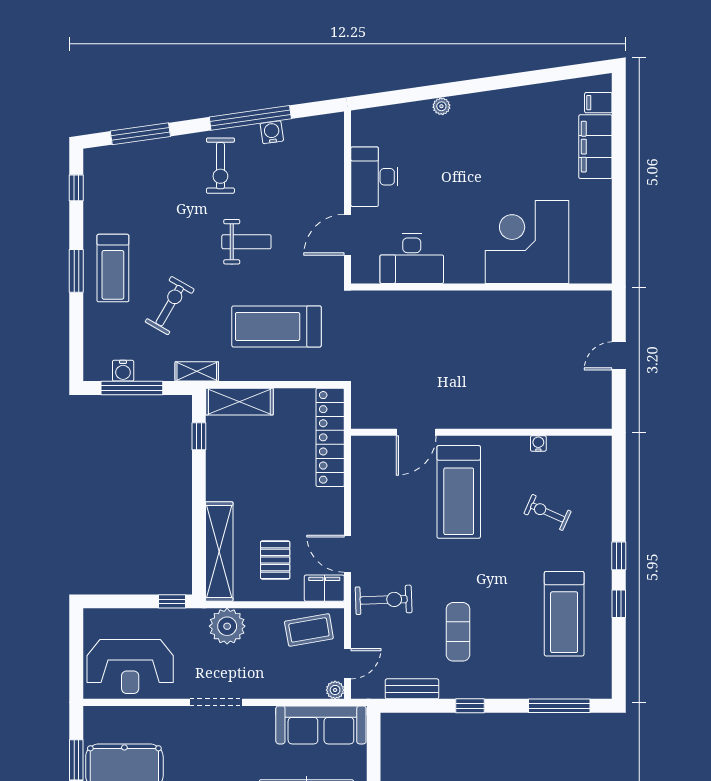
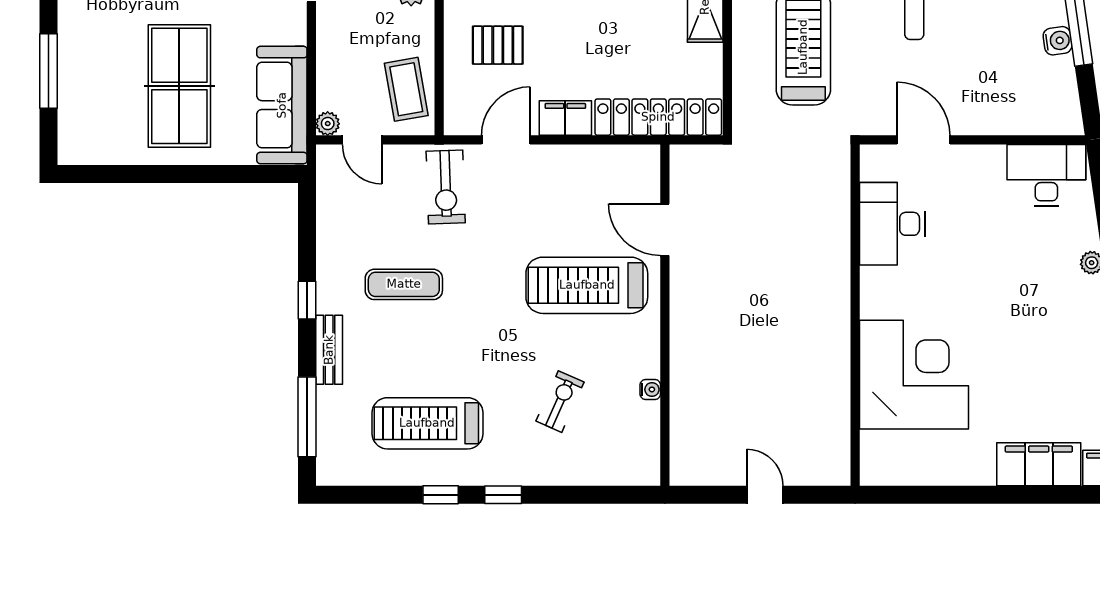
desk: (374, 177) -> (1046, 175), moved
filing cabinet: (324, 588) -> (565, 118), moved, turned -90
bench: (412, 689) -> (329, 350), moved

